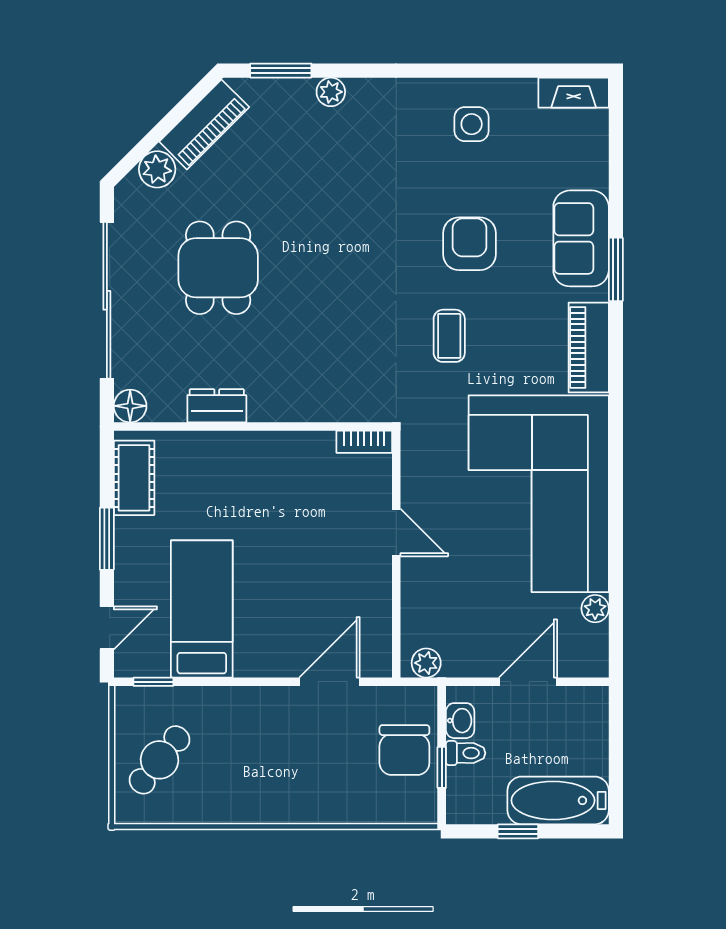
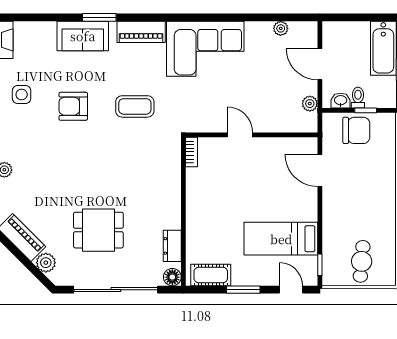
armchair: (469, 244) -> (73, 106), moved
coffee table: (449, 336) -> (135, 106), width x1.36, depth x1.30
dresser: (217, 406) -> (172, 246), moved
corner sofa: (539, 494) -> (205, 49), width x0.73, depth x0.74
door: (396, 532) -> (240, 135), hinge flipped
plant: (426, 663) -> (310, 104), moved
cafe table: (159, 760) -> (362, 261), turned 56

